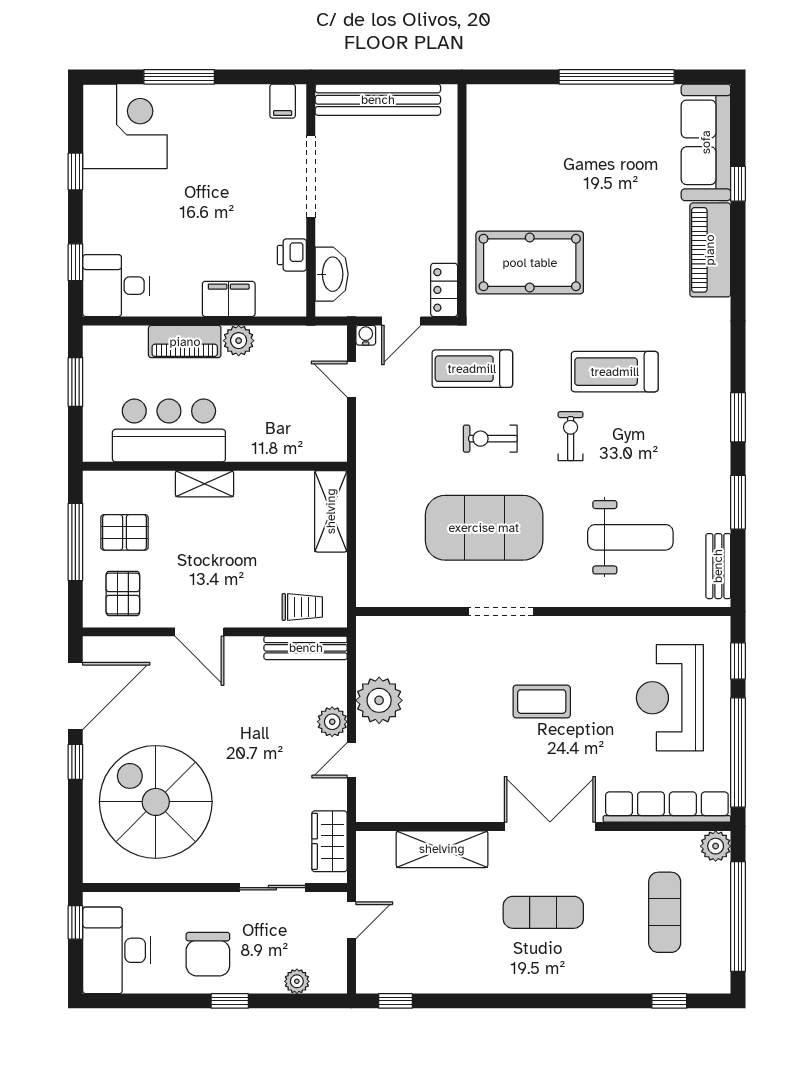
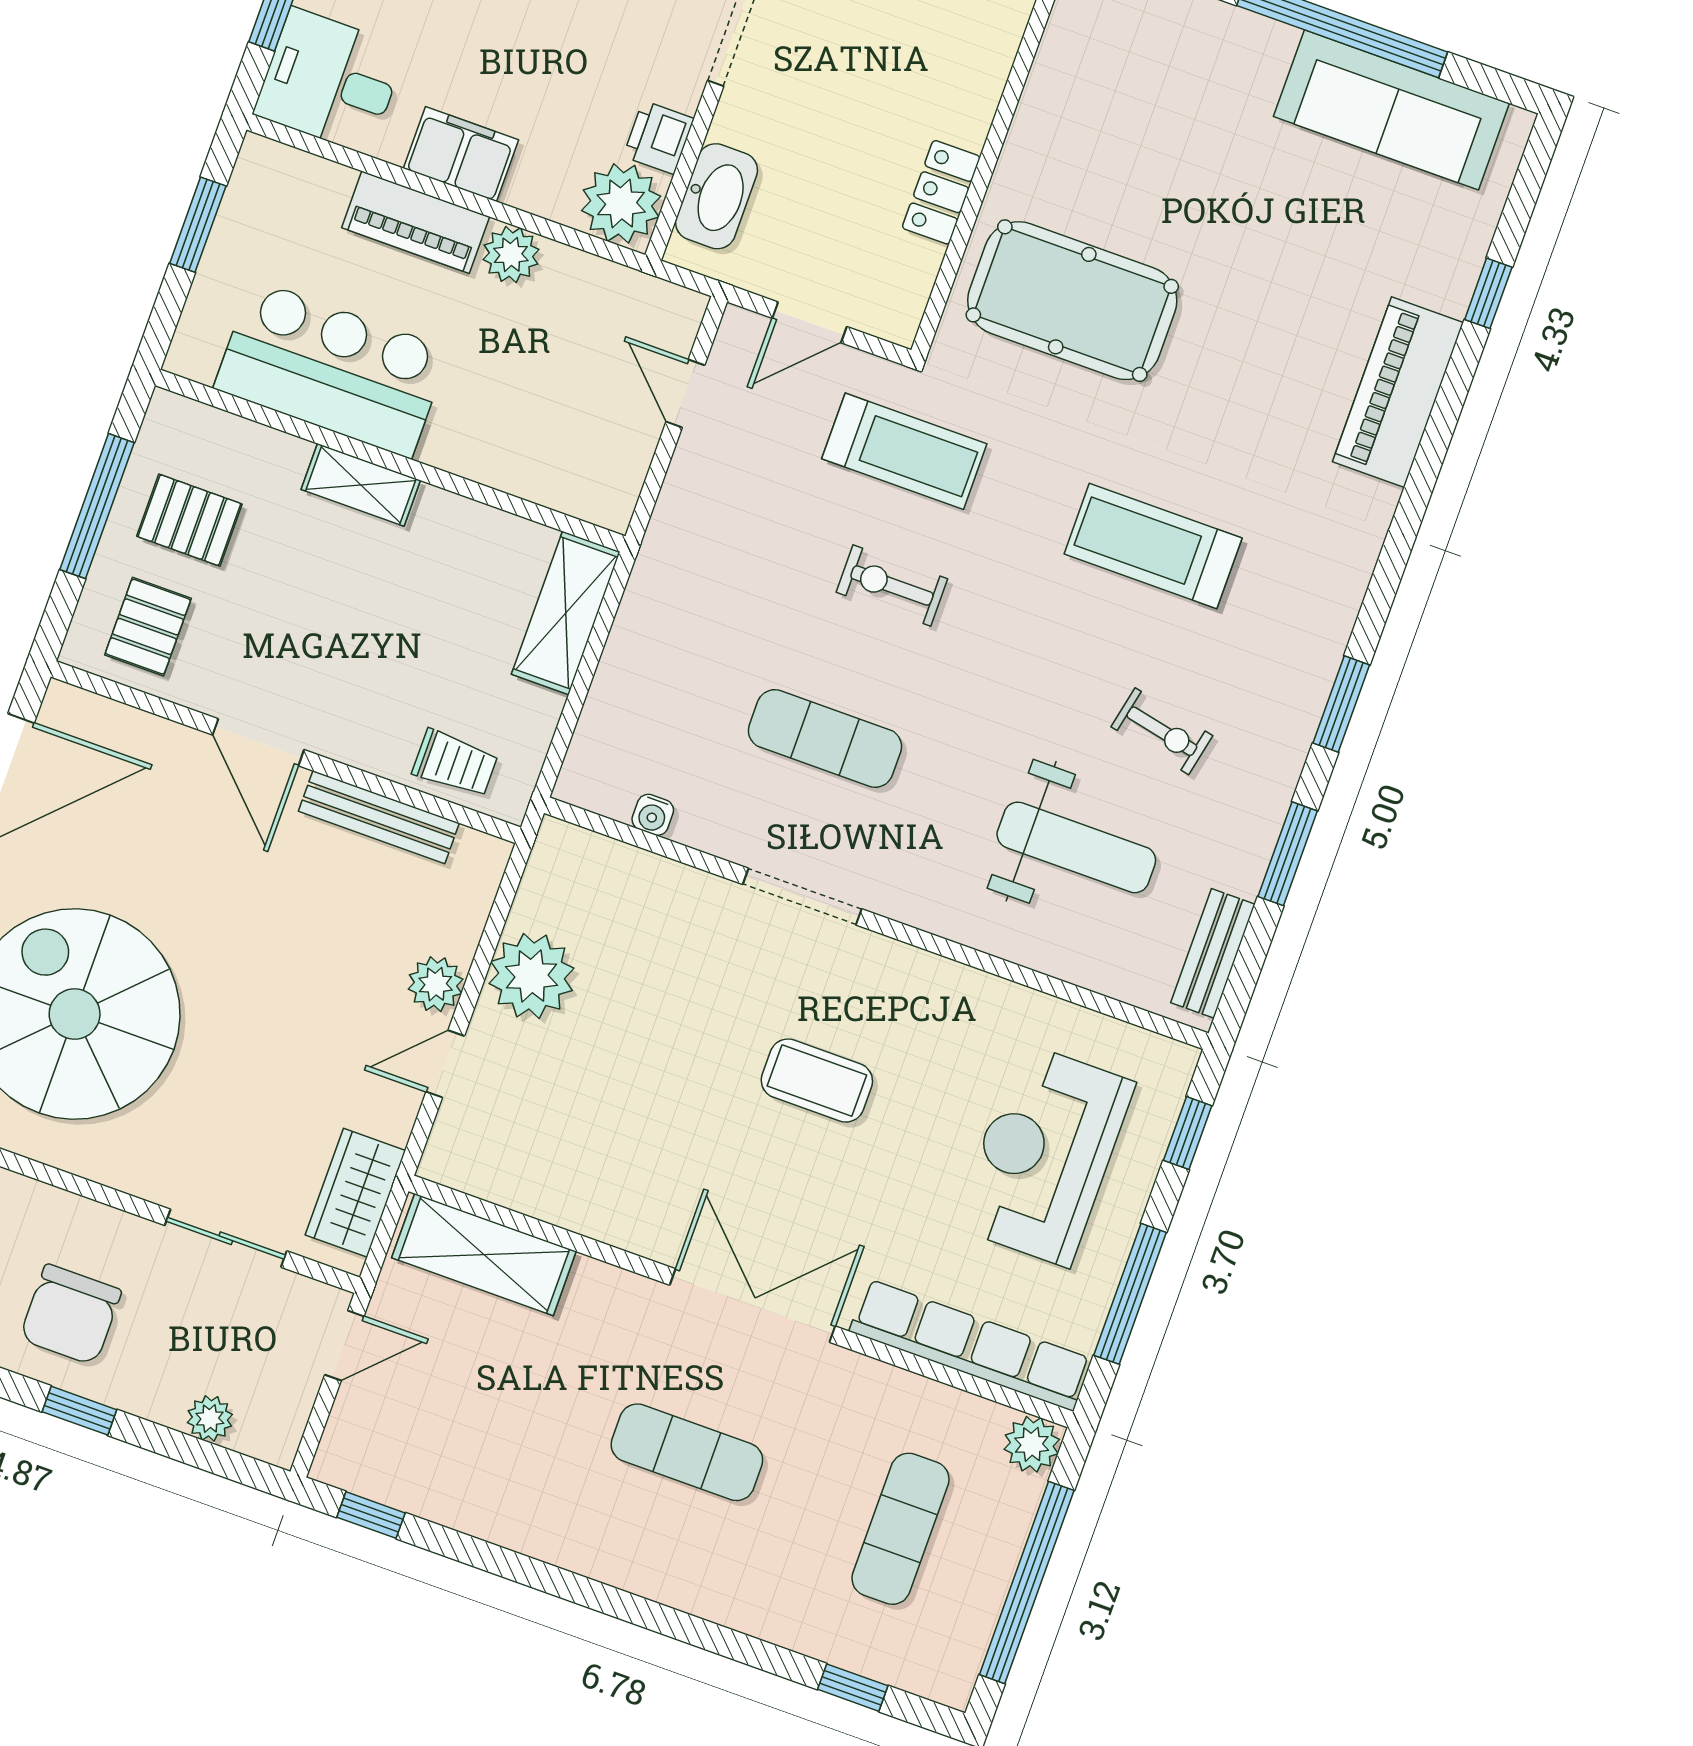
sofa: (706, 142) -> (1391, 110), moved, turned -90
locker: (444, 290) -> (941, 192), moved
plant: (285, 295) -> (621, 203), added
filing cabinet: (229, 299) -> (461, 154), moved
water cooler: (366, 335) -> (653, 815), moved, turned 180
treadmill: (472, 369) -> (904, 451), turned 180
exercise bike: (571, 436) -> (1162, 731), moved, turned 102
exercise mat: (484, 528) -> (825, 738), width x0.50, depth x0.69
bench: (306, 648) -> (379, 817), moved
window: (738, 752) -> (1130, 1294), width x0.68
shelving: (442, 849) -> (484, 1255), moved

